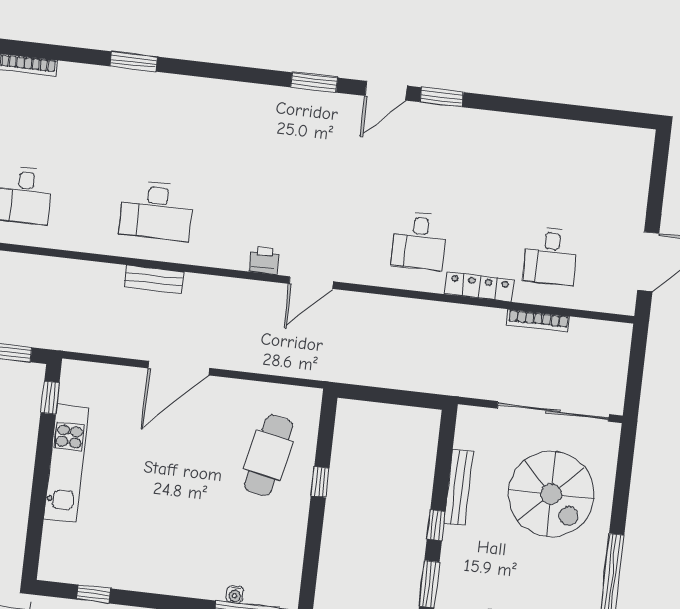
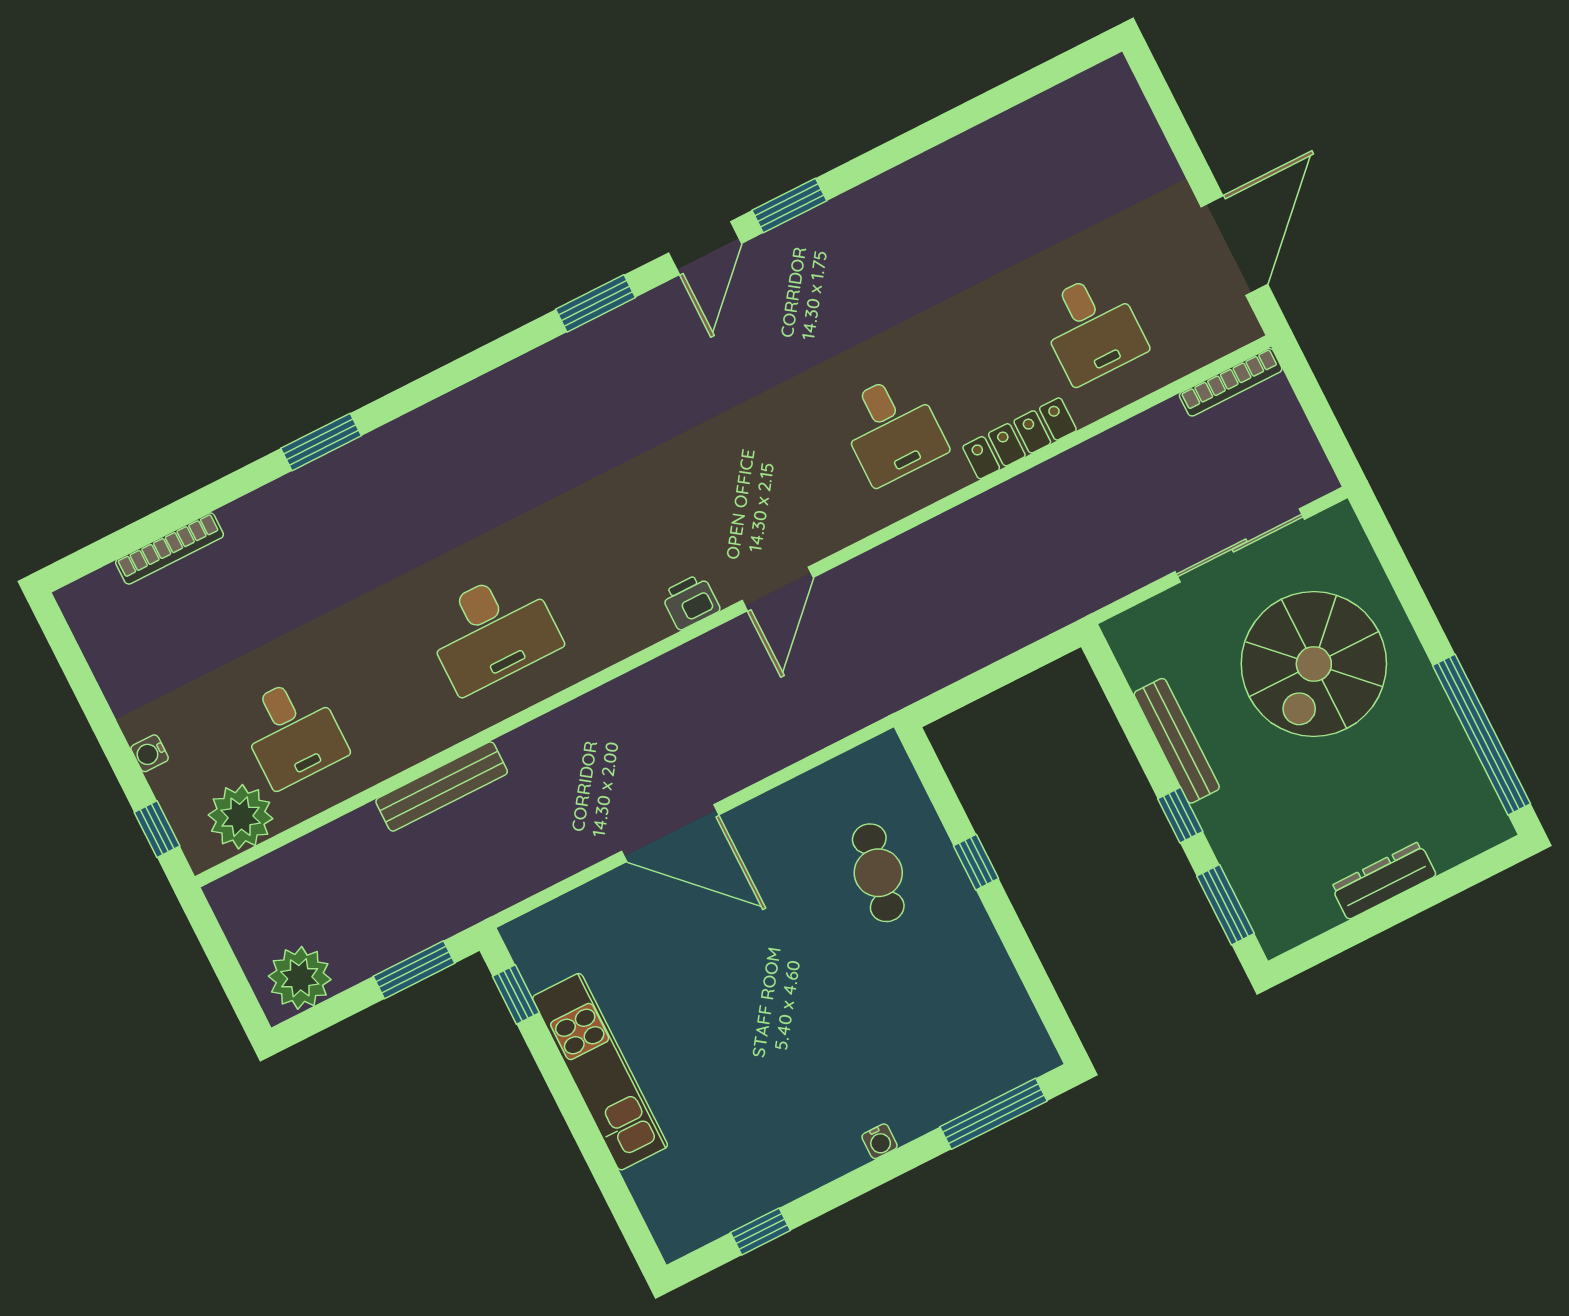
bench: (154, 279) -> (442, 786), moved, width x1.36
bookcase: (538, 321) -> (1231, 382), moved
door: (179, 368) -> (670, 833), hinge flipped
sliding door: (553, 411) -> (1240, 545), width x0.73
cafe table: (268, 455) -> (878, 873), width x0.73, depth x0.74
spiral stairs: (551, 494) -> (1314, 664), turned 90
water cooler: (235, 594) -> (880, 1141), moved

